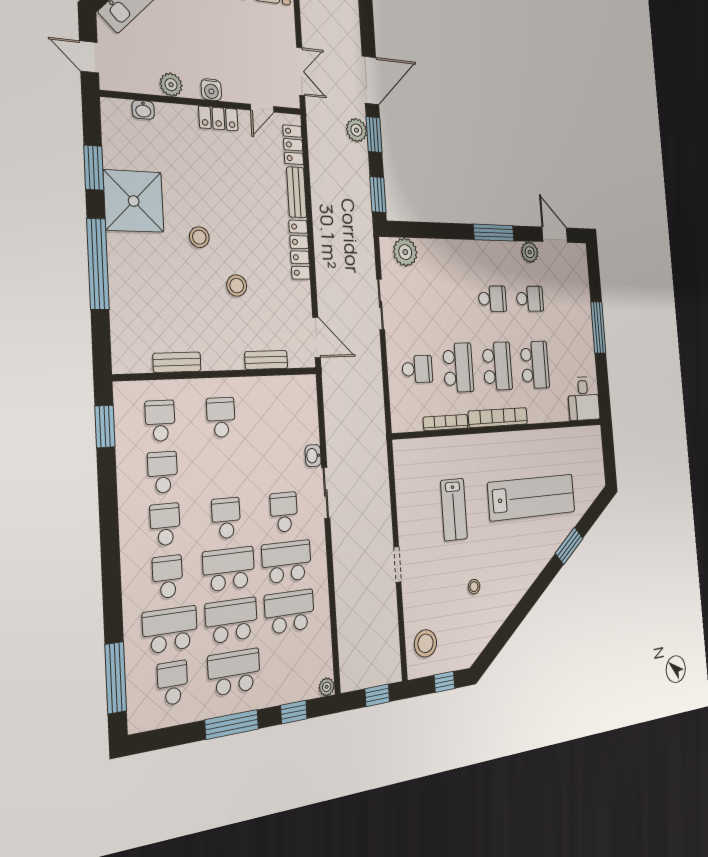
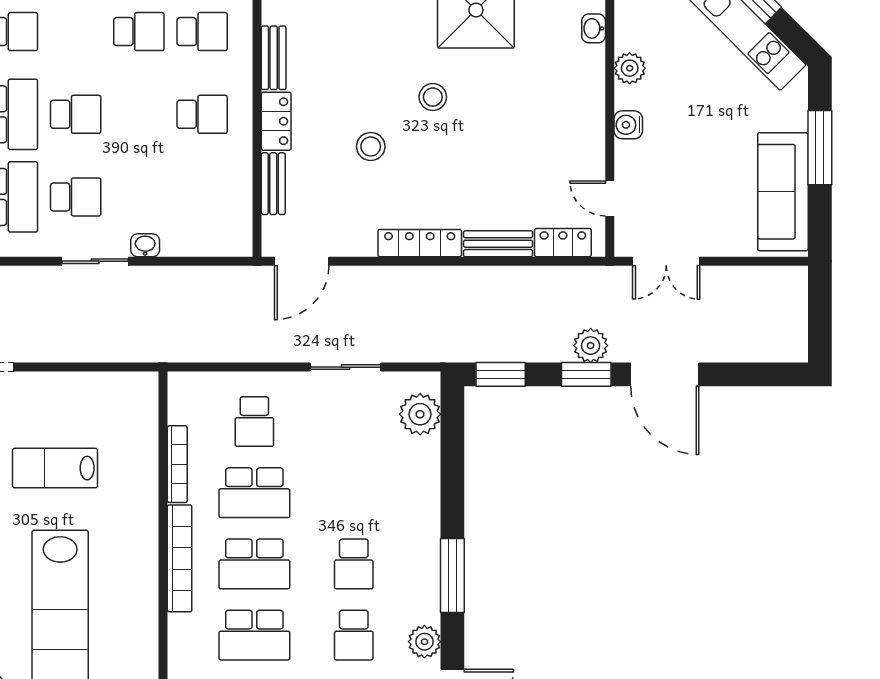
locker: (218, 118) -> (276, 121), moved, turned 180
school desk: (165, 524) -> (76, 32), removed

